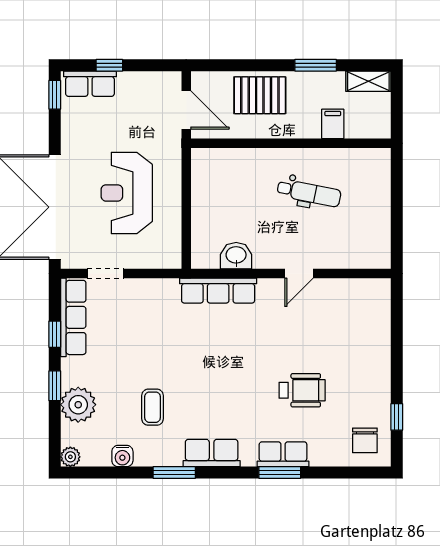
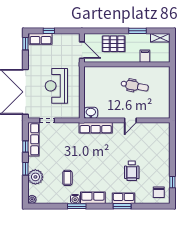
washbasin: (236, 256) -> (91, 113), moved
wheelchair: (302, 390) -> (132, 171), turned 90
water cooler: (122, 456) -> (75, 199), moved

